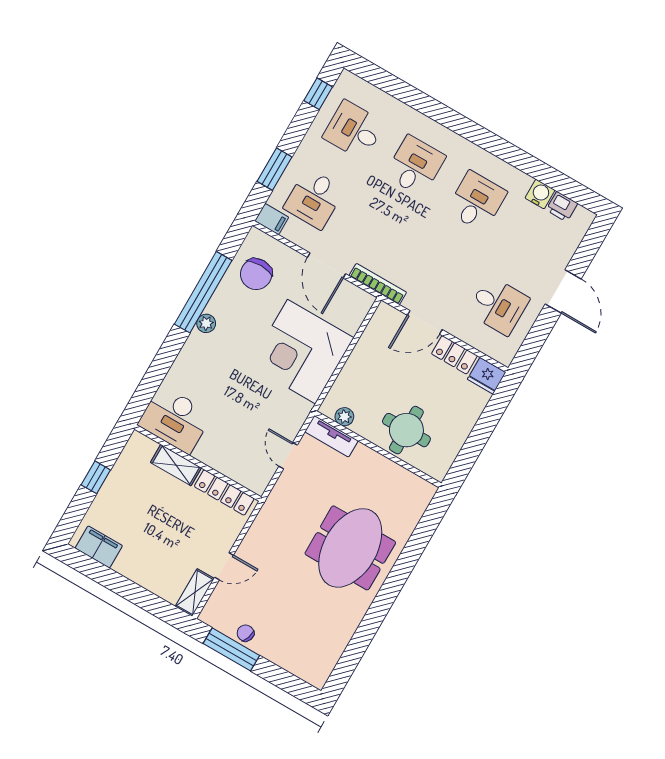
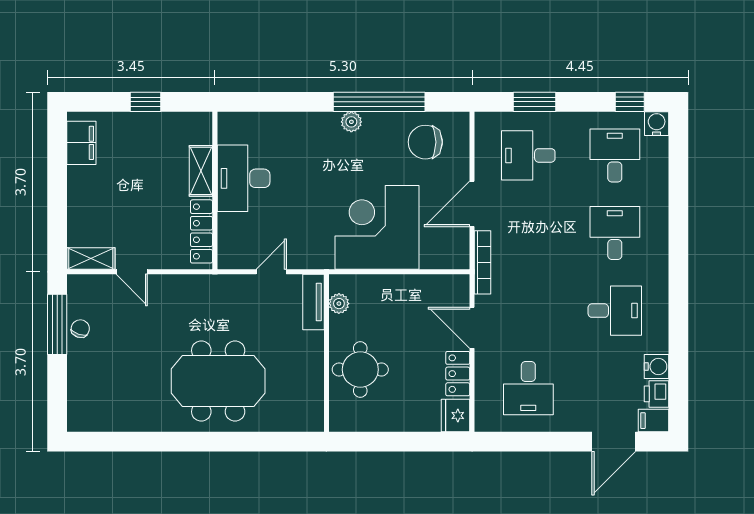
water cooler: (348, 82) -> (657, 124), added
desk: (415, 166) -> (615, 233), turned -90
filing cabinet: (272, 219) -> (653, 421), moved, turned 90
door: (563, 291) -> (614, 442), moved
desk: (175, 419) -> (244, 178), moved

